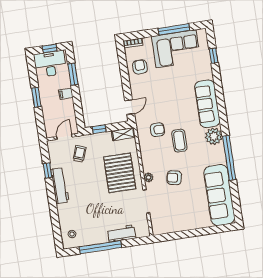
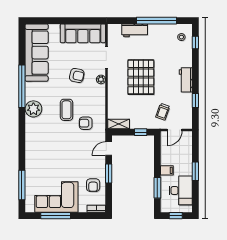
window: (214, 56) -> (22, 185), width x2.17
desk: (50, 64) -> (181, 190), moved, turned -90
window: (126, 81) -> (109, 174), added
sofa: (207, 104) -> (83, 33), moved, turned 90
pallet: (120, 173) -> (141, 77), moved
workbench: (60, 186) -> (186, 80), width x0.73
window: (57, 231) -> (195, 42), added

